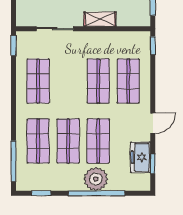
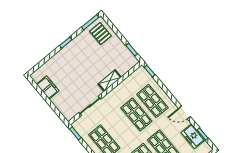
door: (153, 123) -> (184, 112), swing flipped

